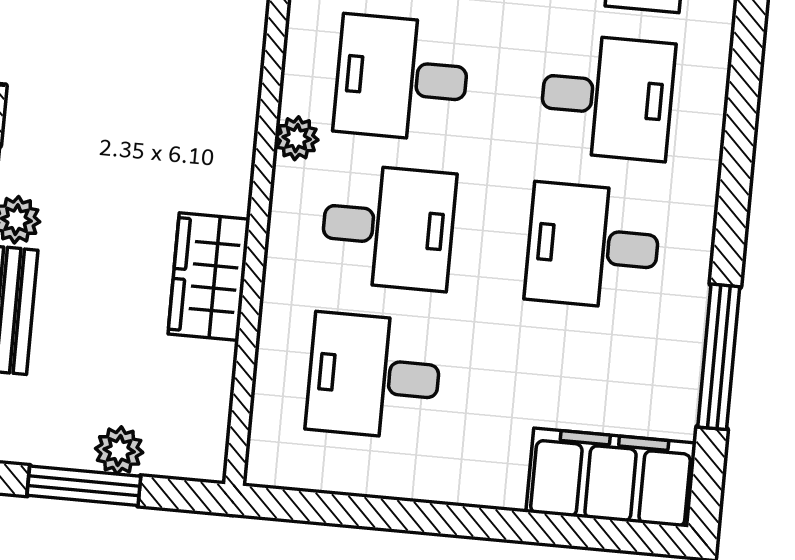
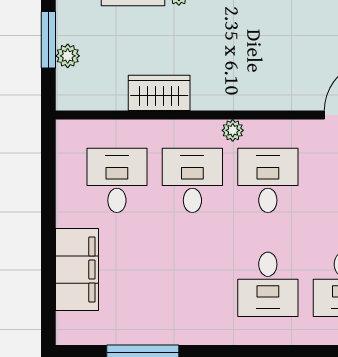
desk: (388, 227) -> (192, 180), turned 180
desk: (593, 246) -> (192, 284), removed
filing cabinet: (611, 478) -> (77, 270), moved

